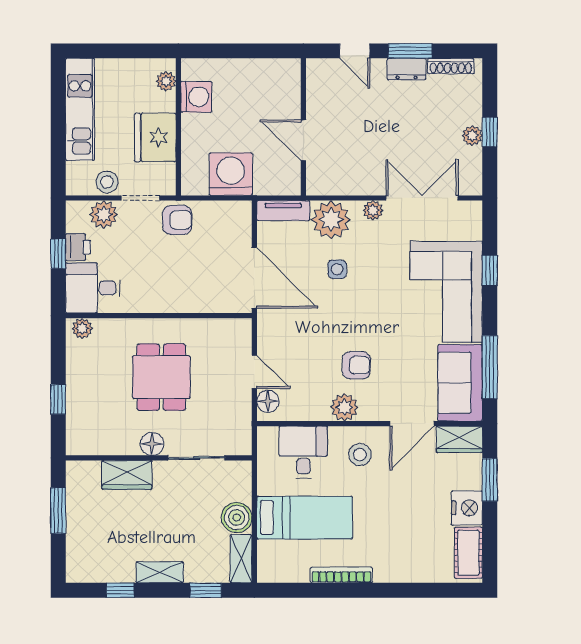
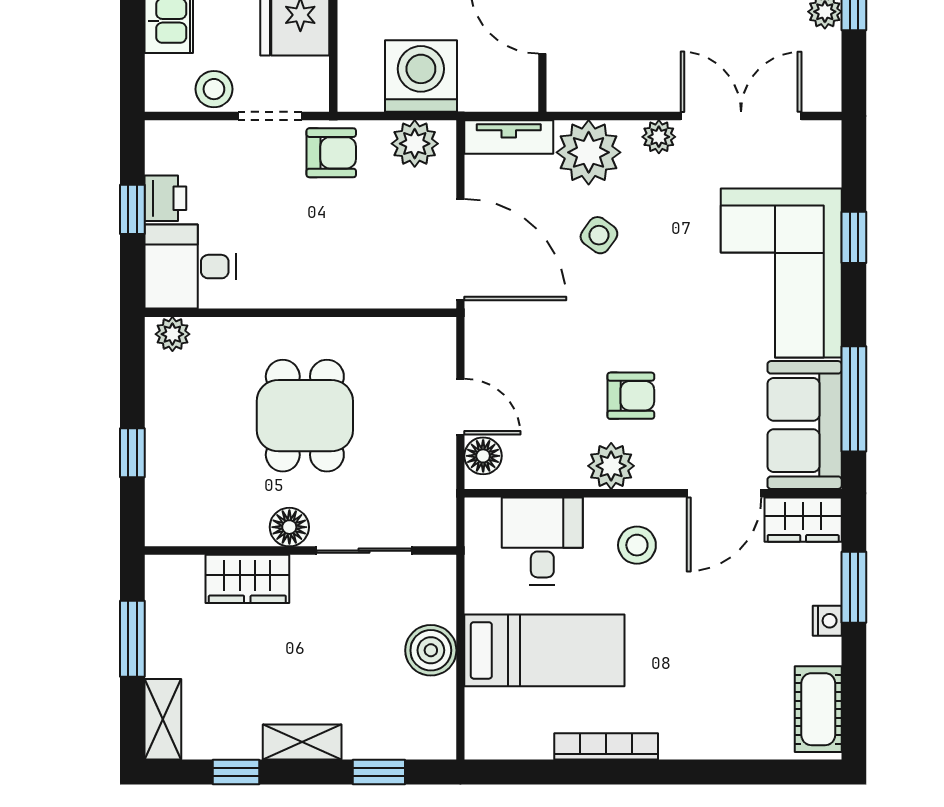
plant: (104, 214) -> (415, 144), moved
side table: (337, 269) -> (599, 235), turned 36
nightstand: (467, 508) -> (827, 621), width x0.53, depth x0.56
shelving: (241, 559) -> (163, 719), moved

